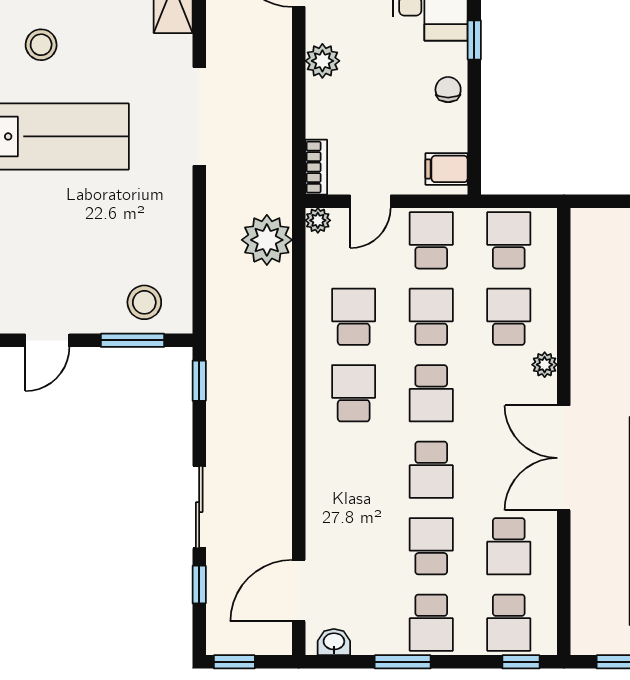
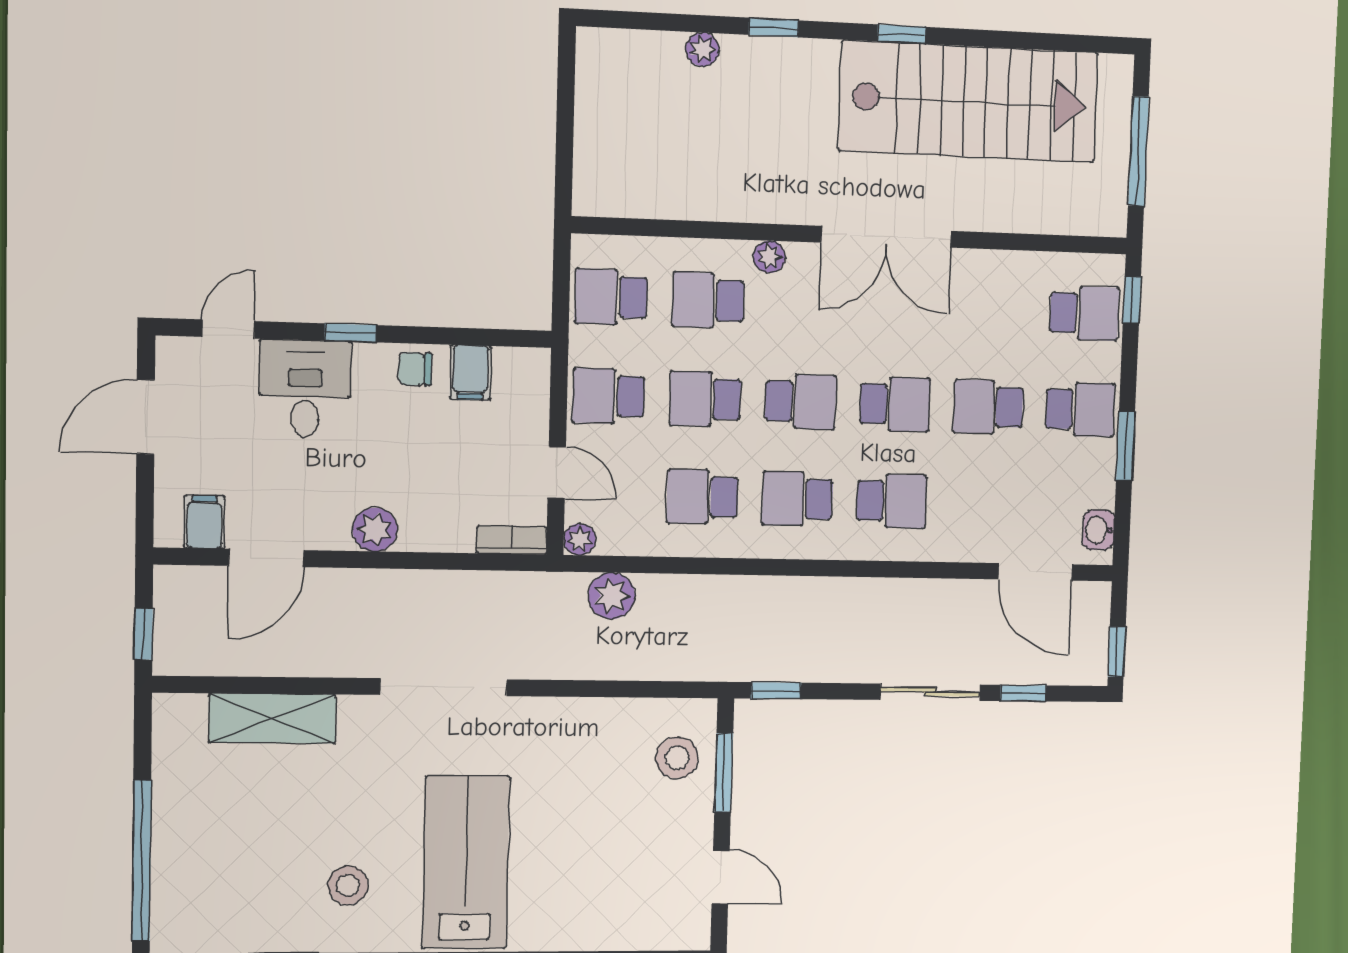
filing cabinet: (447, 169) -> (471, 372), moved
plant: (267, 240) -> (612, 596), width x0.73, depth x0.73
school desk: (509, 546) -> (892, 501), moved

